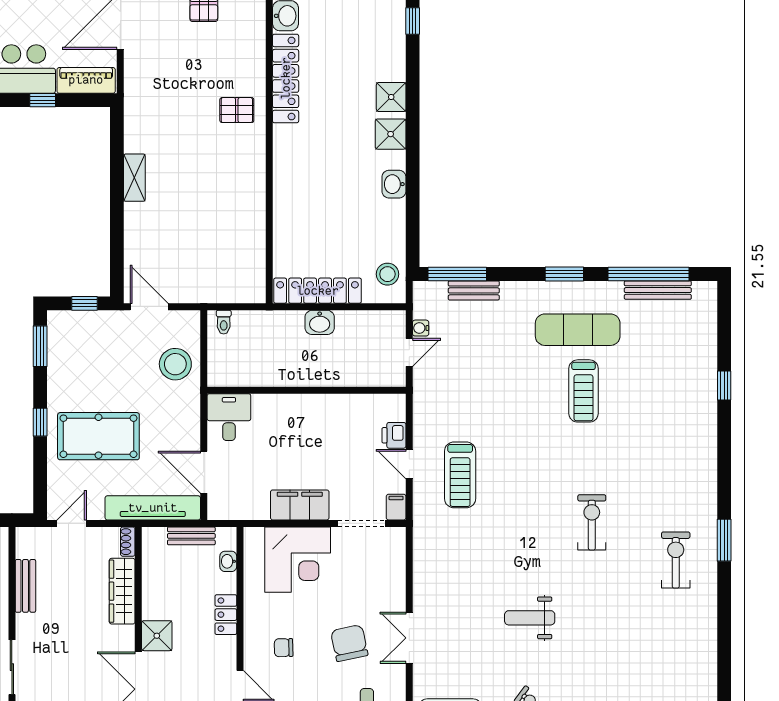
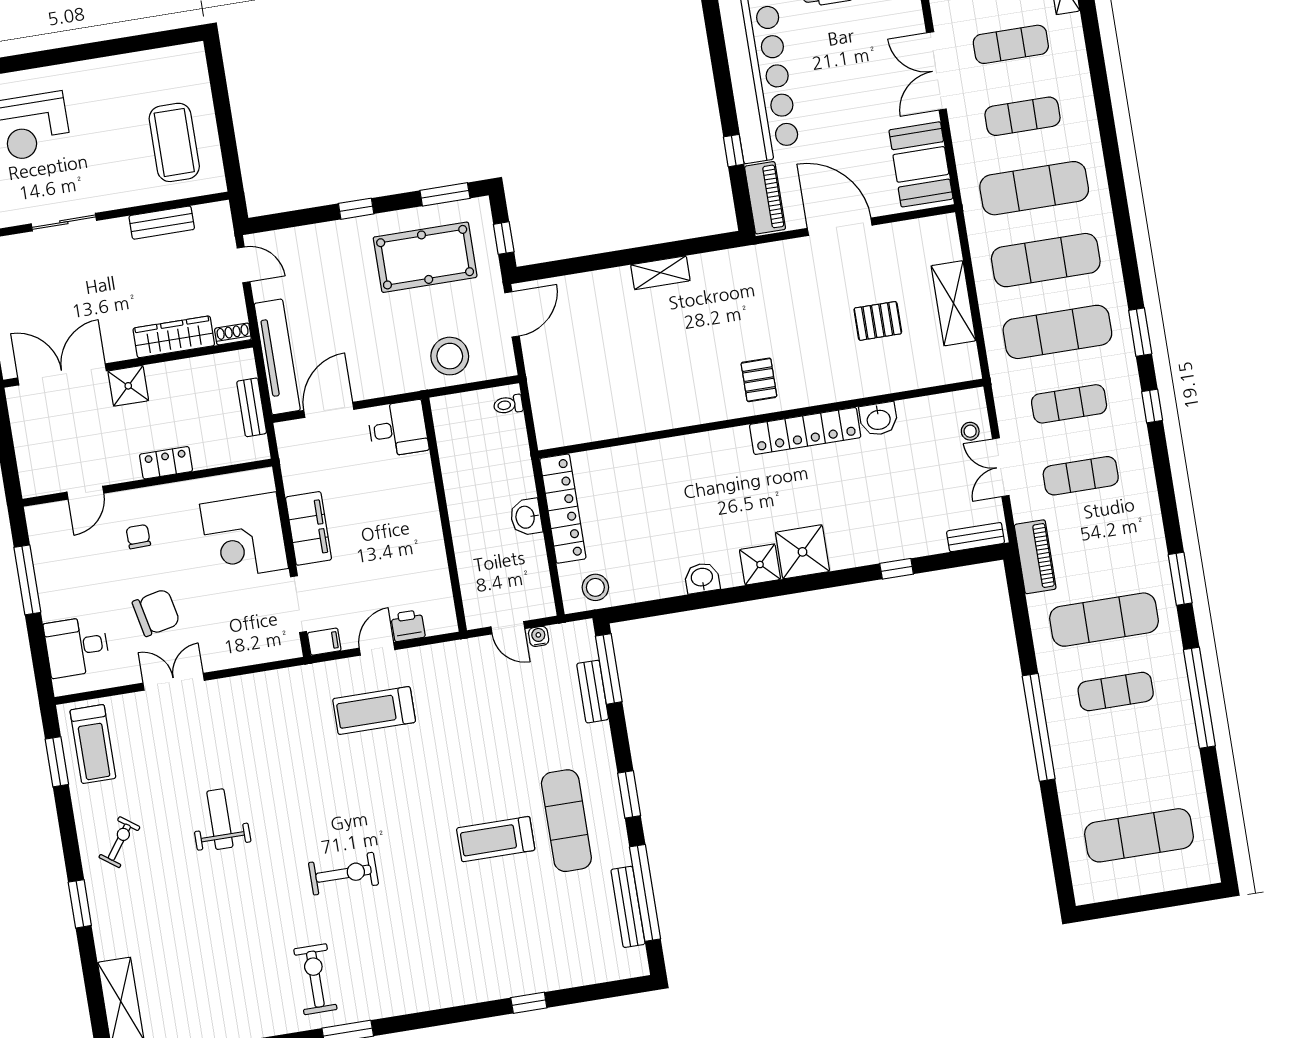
shower: (391, 97) -> (802, 552), width x1.36, depth x1.36
pool table: (98, 436) -> (425, 257), moved, turned 90
exercise bike: (676, 560) -> (315, 979), turned -90
washbasin: (228, 561) -> (229, 455), removed

